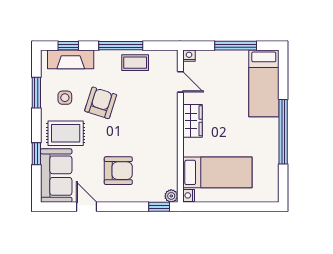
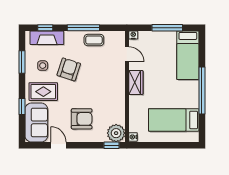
bed: (217, 172) -> (174, 120), moved, turned 180
plant: (171, 196) -> (116, 133), width x1.88, depth x1.88

